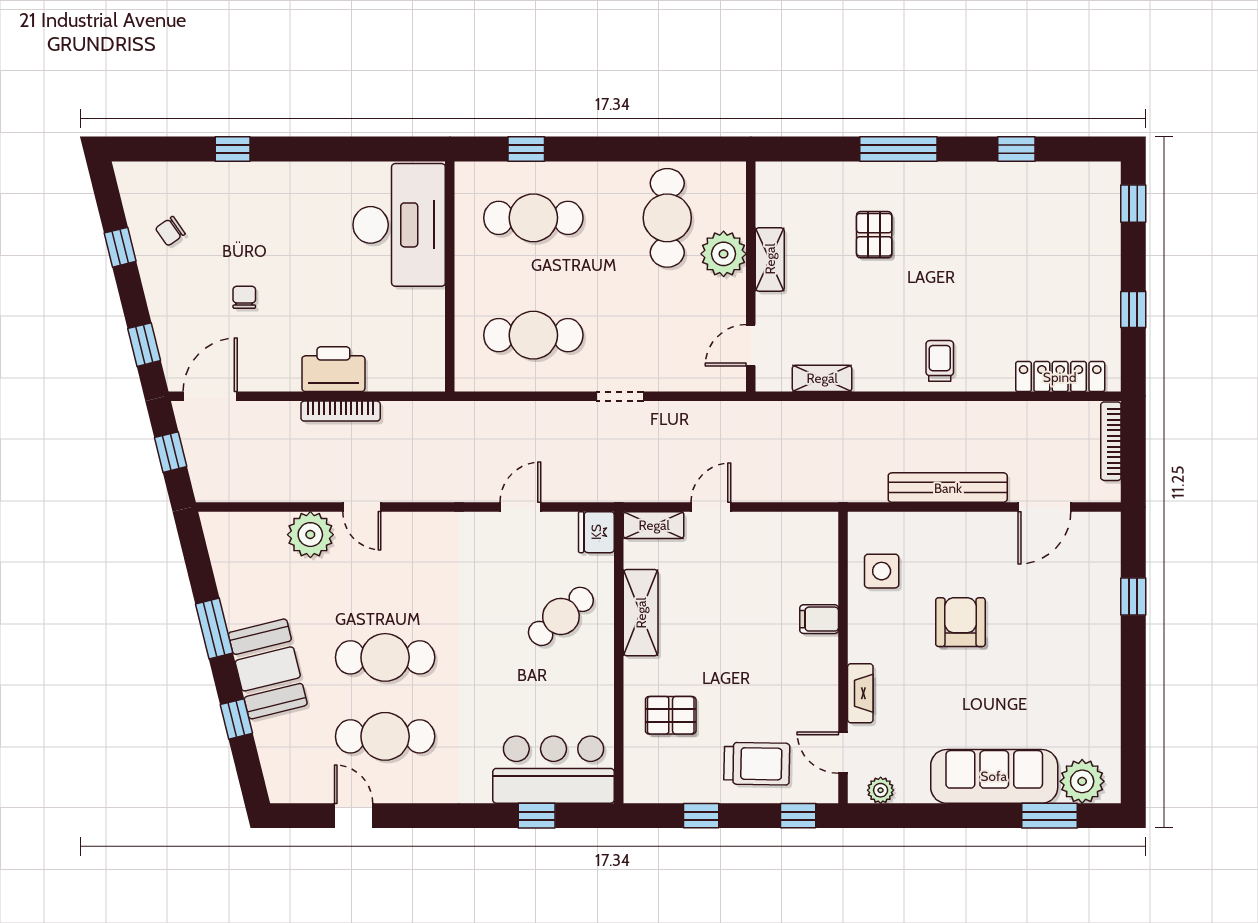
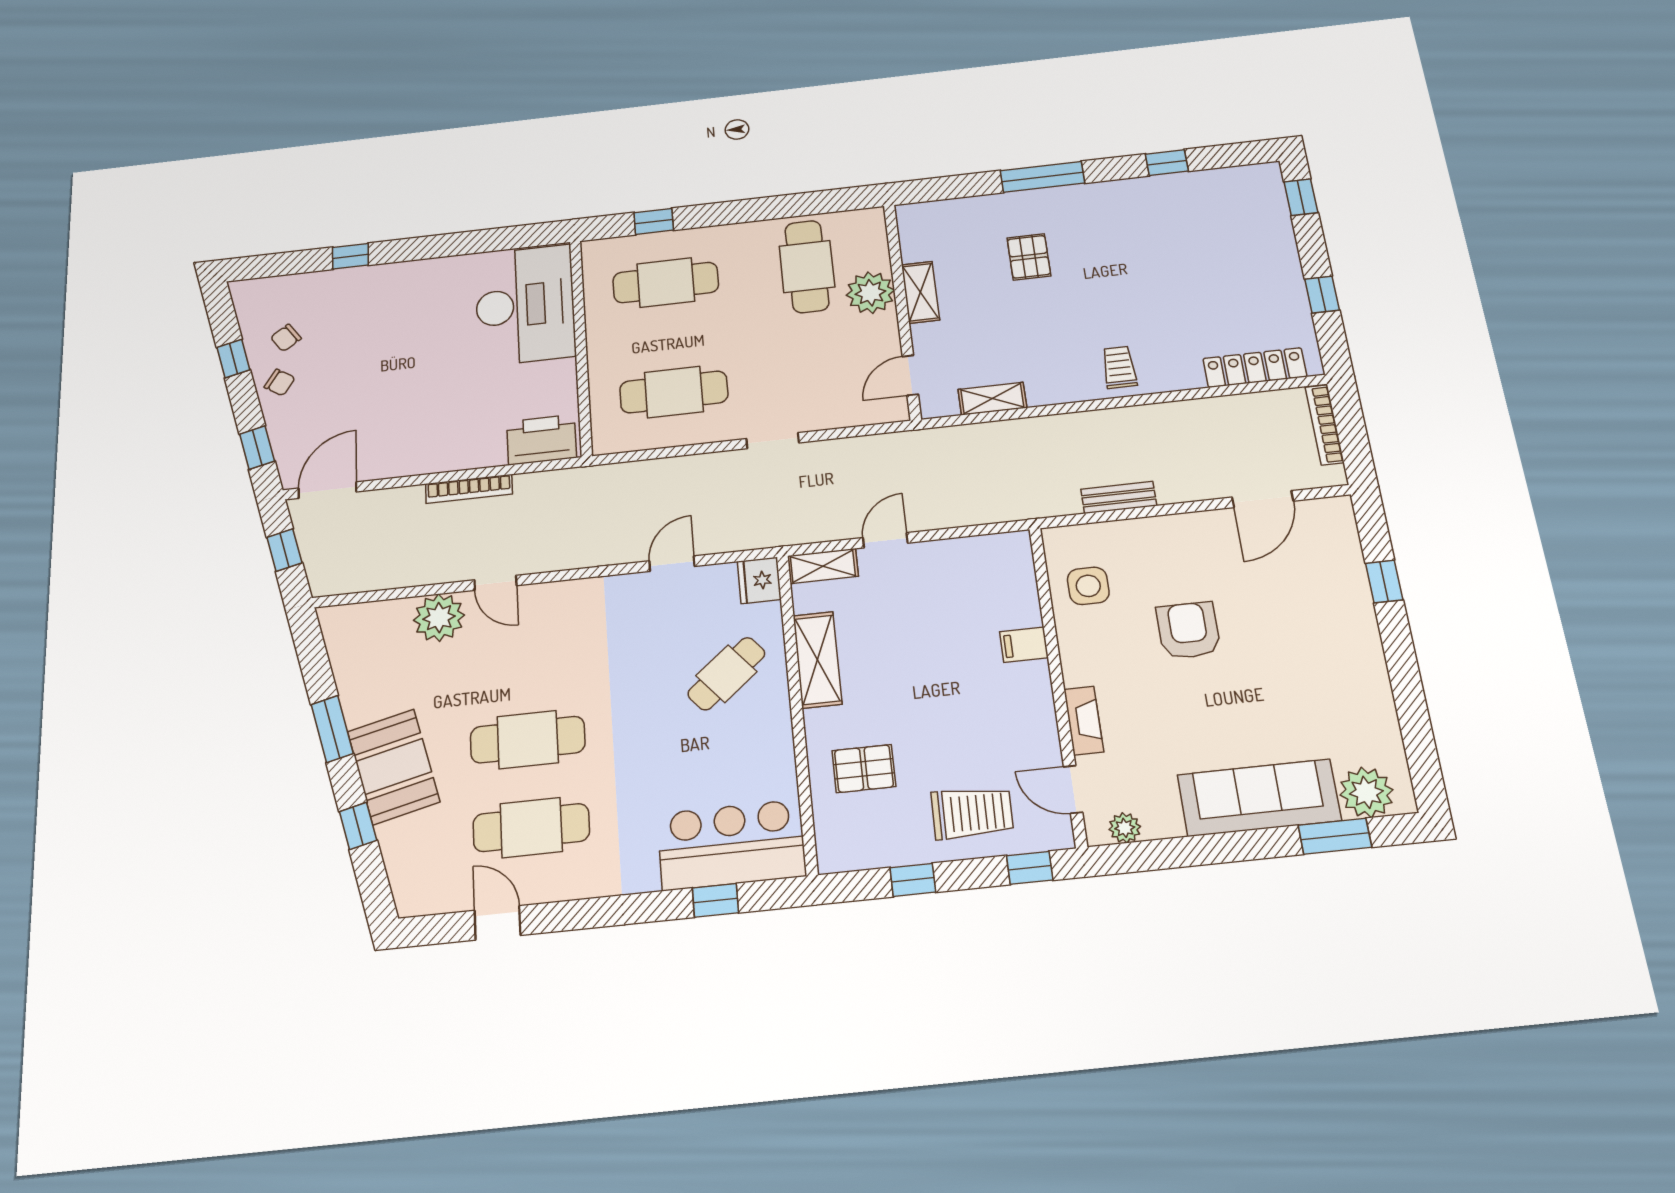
chair: (244, 297) -> (280, 382), moved, turned 123
printer: (333, 369) -> (542, 440), moved
bench: (948, 488) -> (1119, 497), width x0.54, depth x0.82

